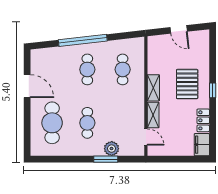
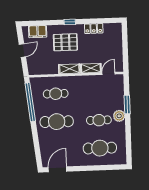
window: (83, 40) -> (30, 102), moved
cafe table: (87, 69) -> (57, 122), width x1.37, depth x1.35
door: (27, 86) -> (57, 169), moved
filing cabinet: (202, 145) -> (38, 32), moved
plant: (112, 149) -> (119, 116), moved

